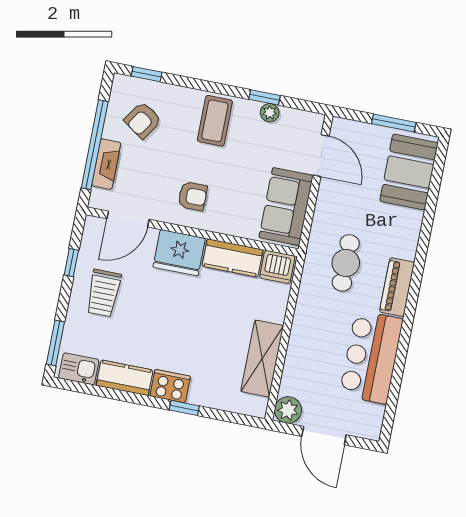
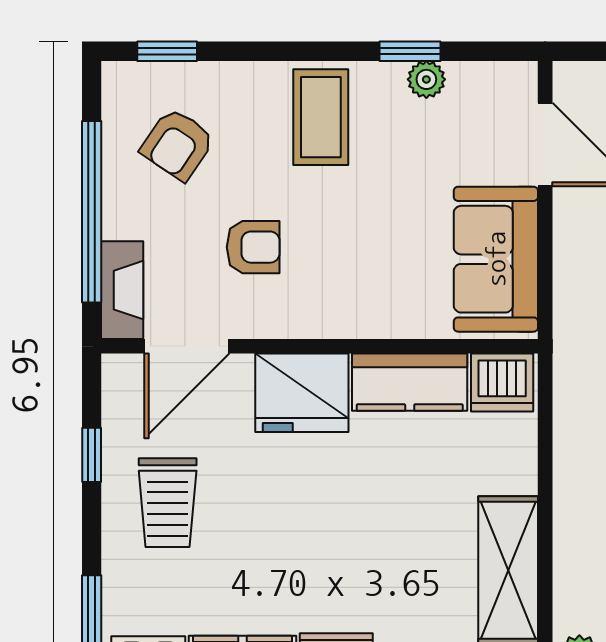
fireplace: (106, 164) -> (122, 290), moved
armchair: (192, 196) -> (253, 247), moved

